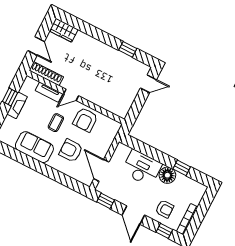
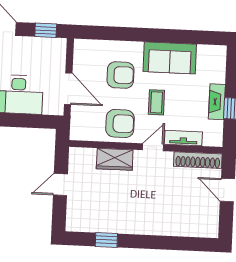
wardrobe: (64, 30) -> (115, 159), moved, turned 180
door: (148, 84) -> (60, 185), moved
armchair: (85, 120) -> (120, 124), turned 90
door: (101, 170) -> (68, 89), moved

